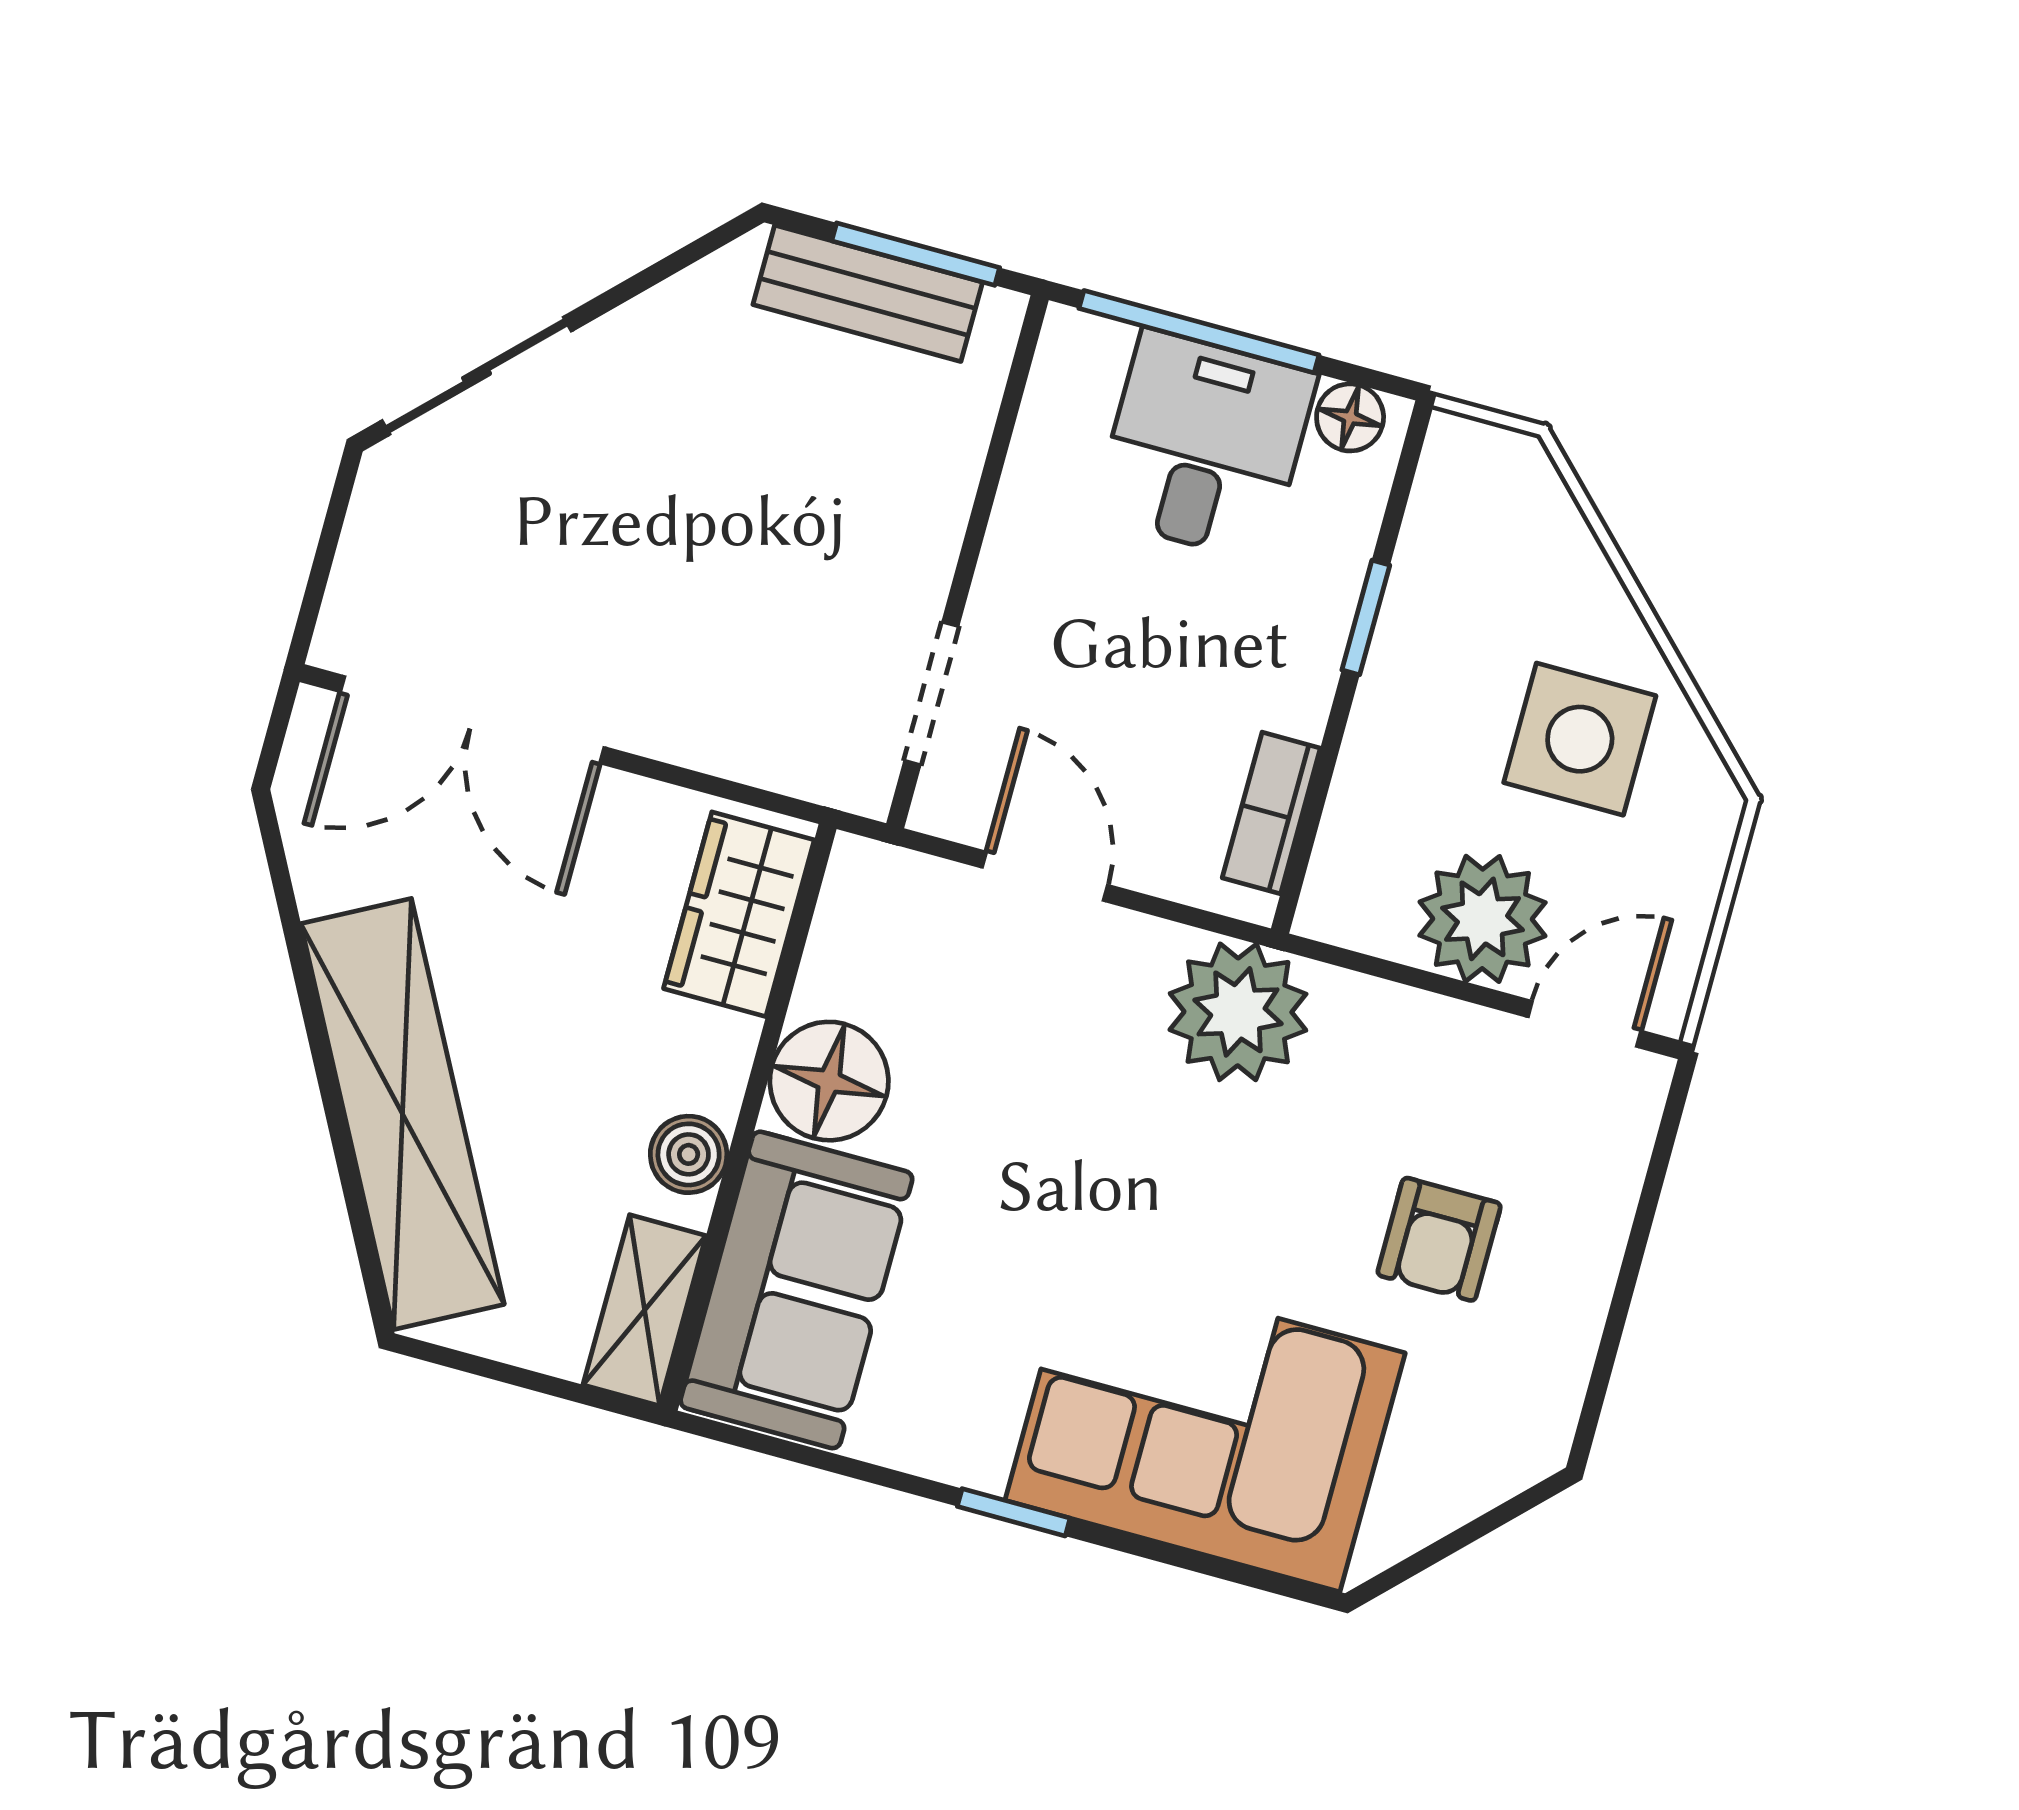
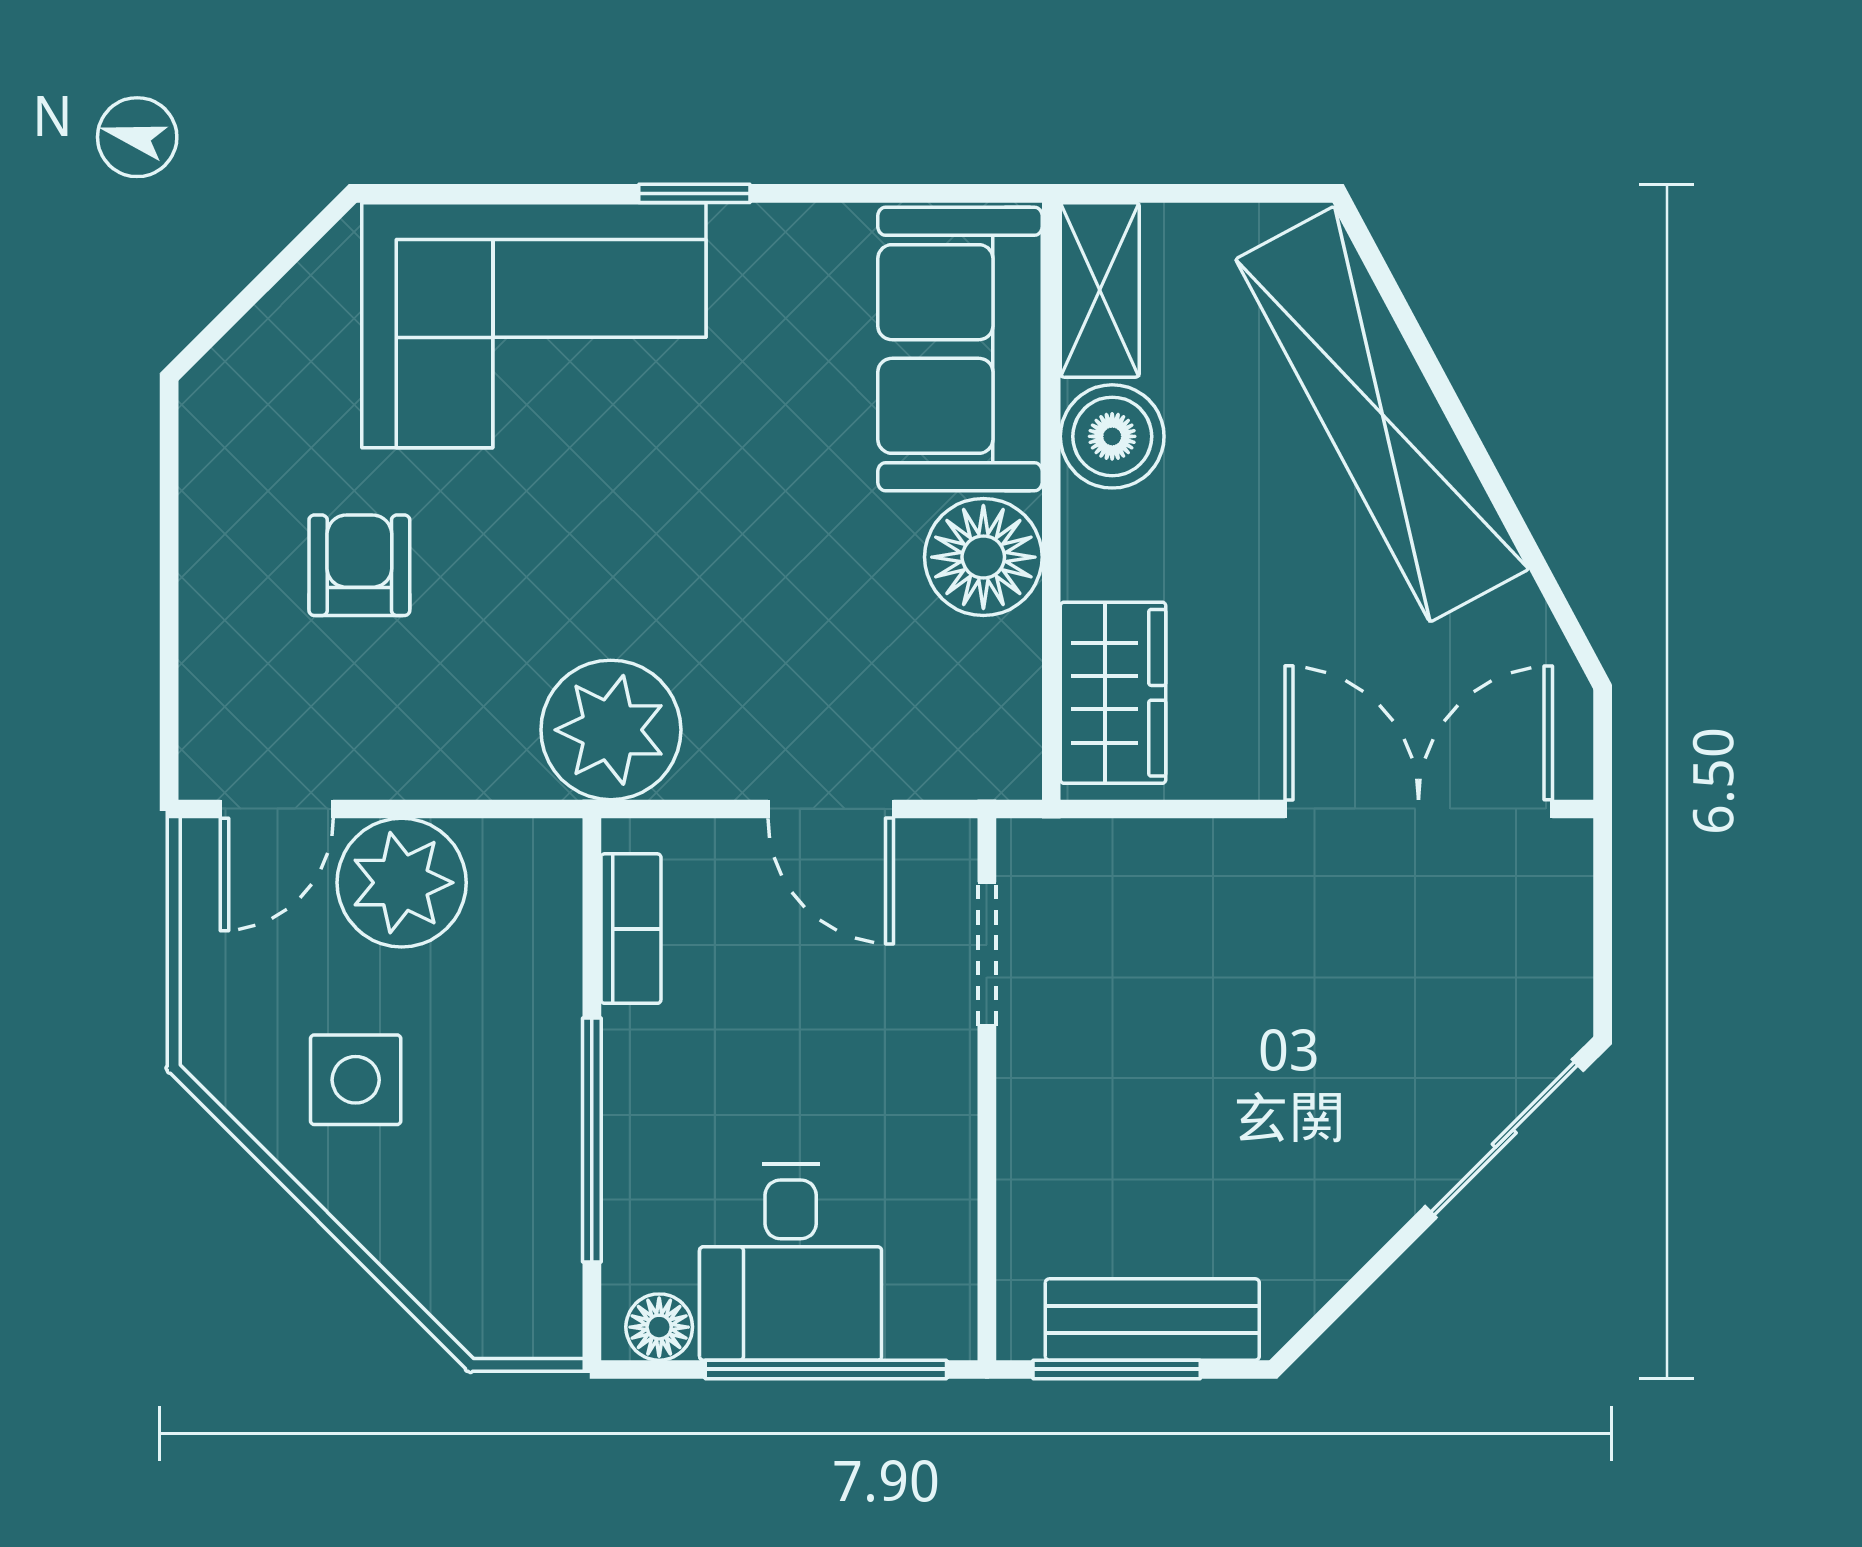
window: (1366, 617) -> (592, 1140), width x2.17
side table: (1580, 739) -> (356, 1080), width x0.73, depth x0.73
boiler: (689, 1154) -> (1112, 436), width x1.36, depth x1.36

